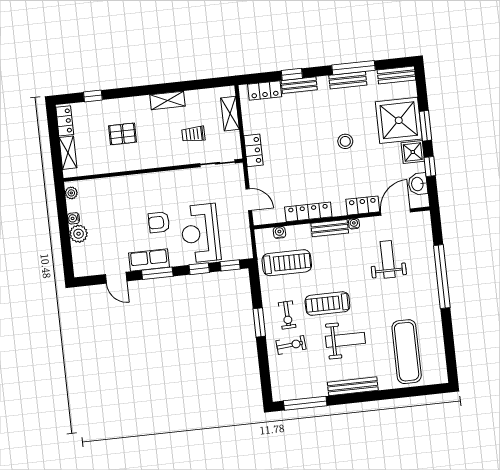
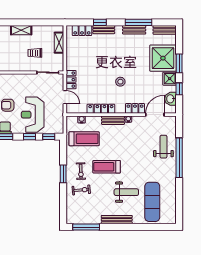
stool: (345, 141) -> (120, 82), moved
locker: (253, 150) -> (71, 80), moved
weight bench: (388, 259) -> (163, 147), moved
weight bench: (345, 340) -> (126, 192), moved

